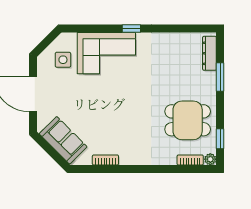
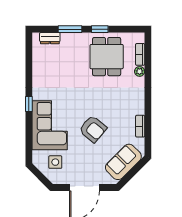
dresser: (209, 53) -> (50, 38), width x0.70
armchair: (102, 104) -> (93, 129), added
window: (220, 139) -> (100, 29), moved
plant: (210, 159) -> (140, 71), moved

